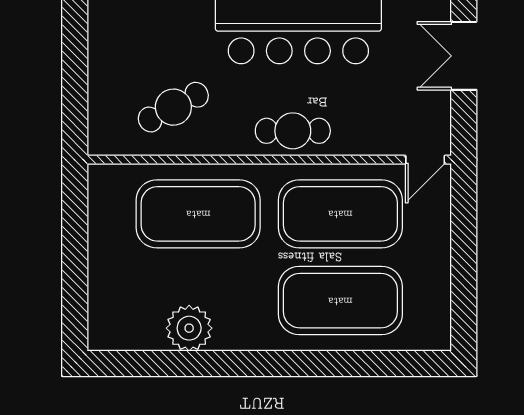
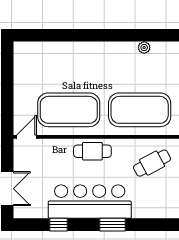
exercise mat: (340, 301) -> (69, 67), removed
plant: (189, 328) -> (144, 48), width x0.53, depth x0.53

